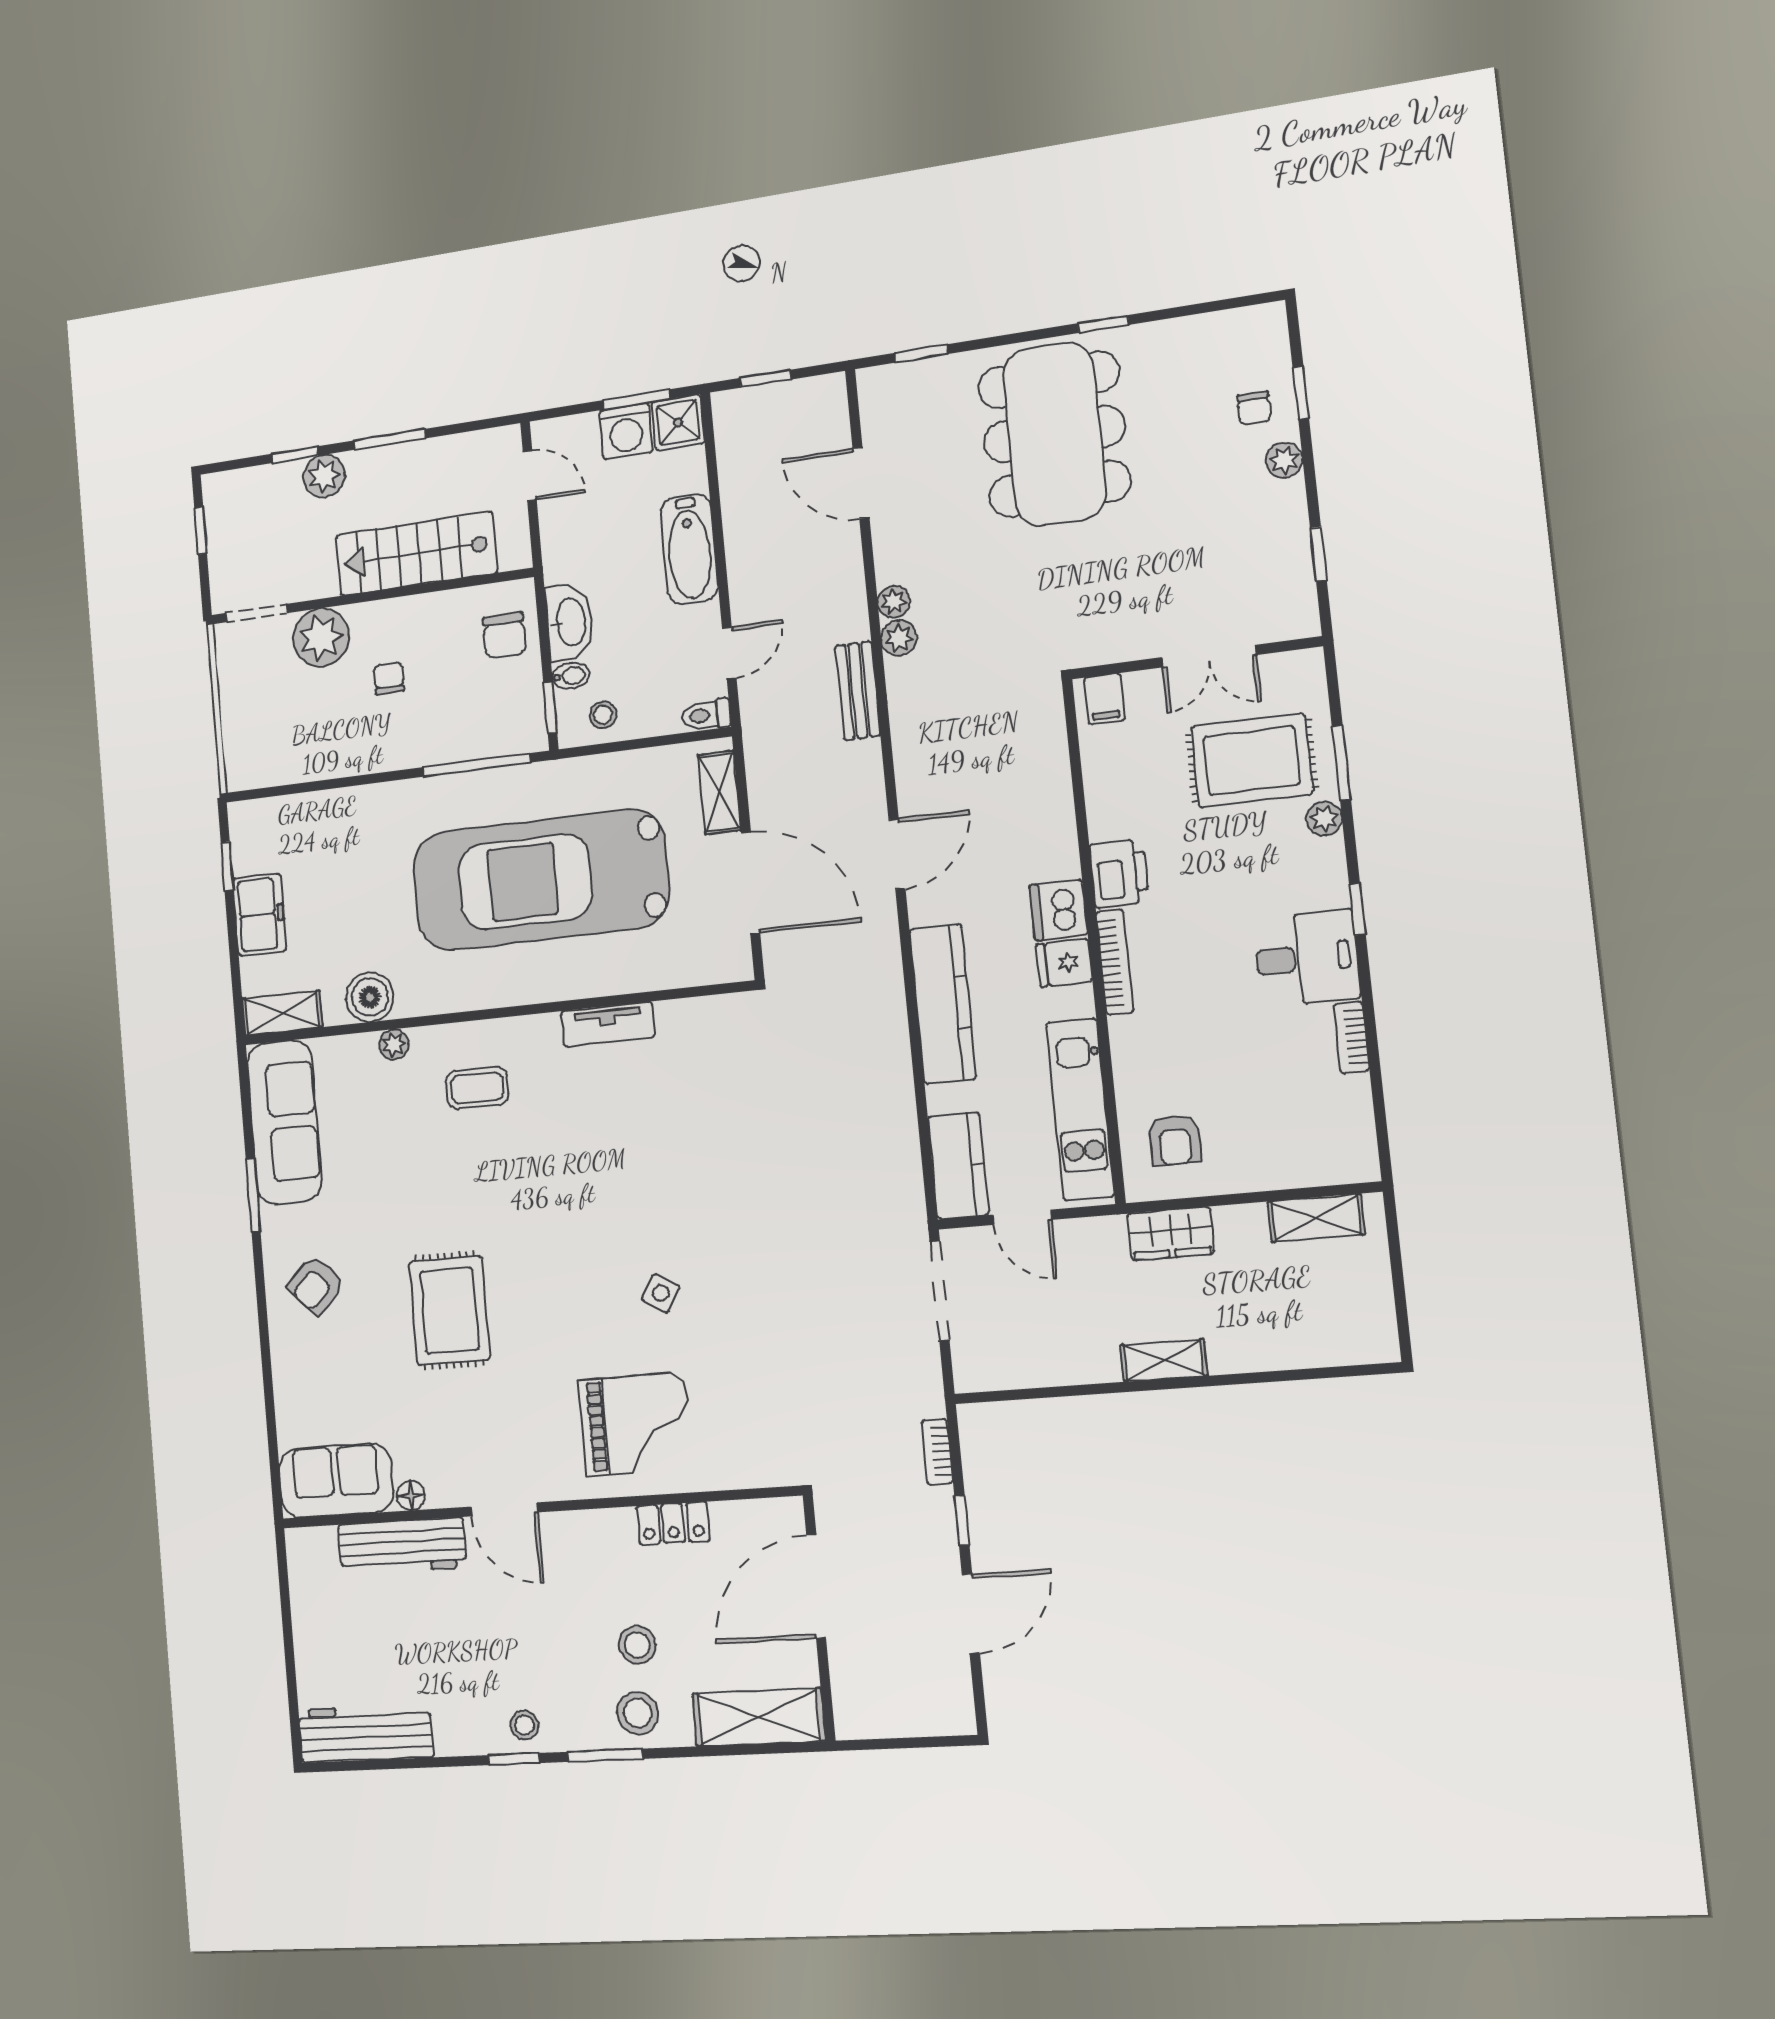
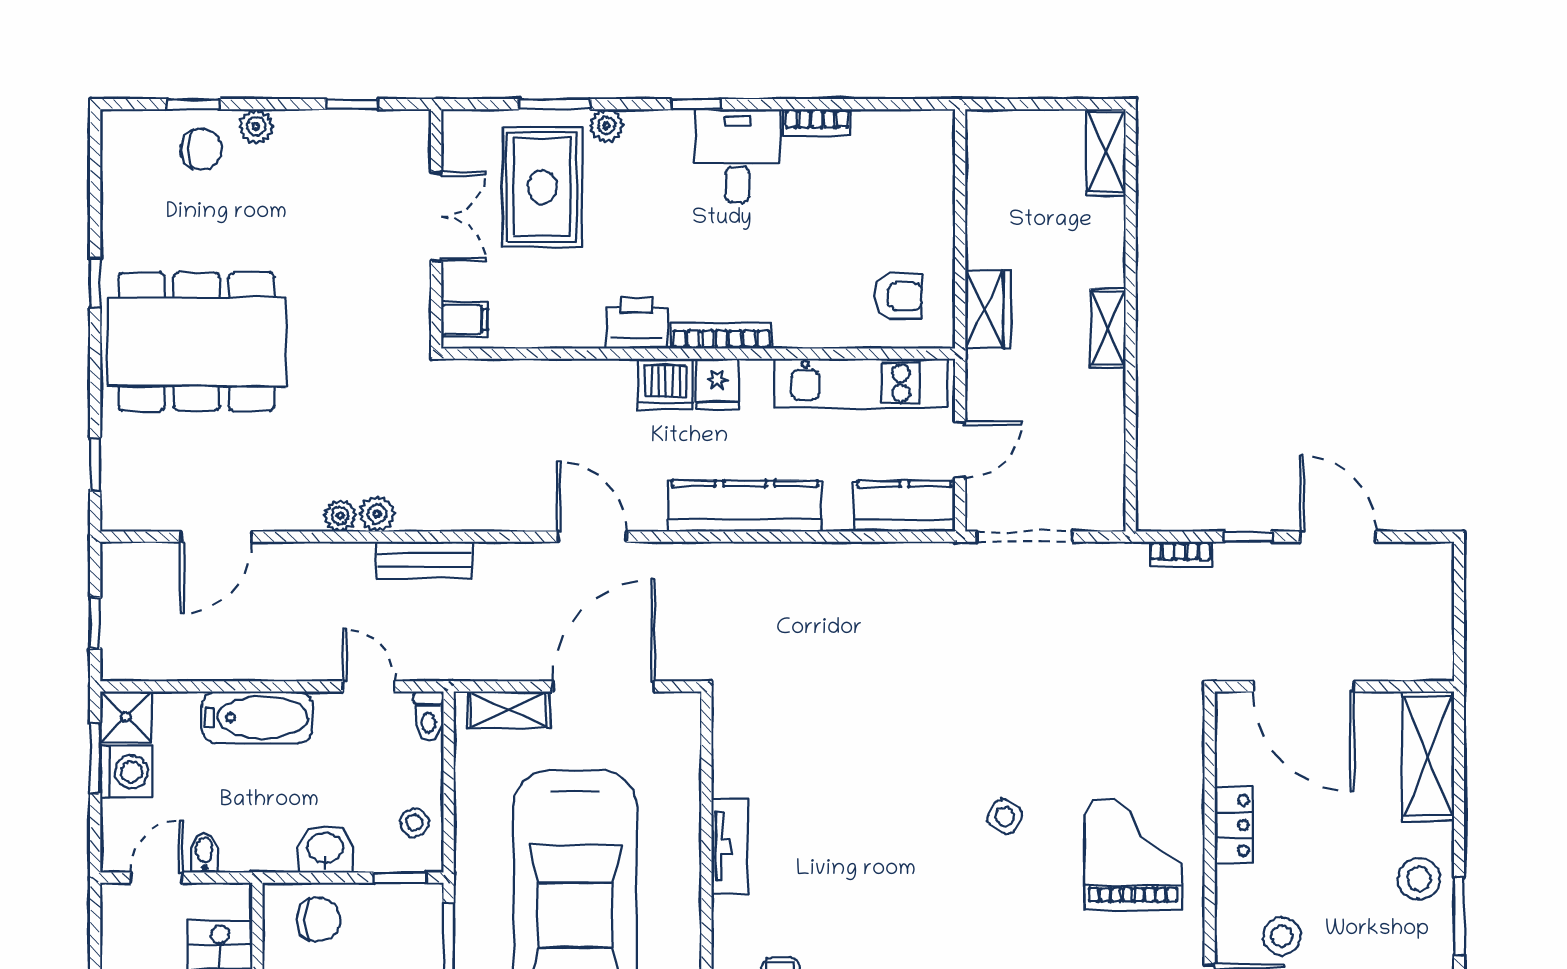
chair: (1254, 408) -> (201, 149), width x1.37, depth x1.37
washbasin: (570, 622) -> (325, 849), width x0.72
bidet: (571, 676) -> (205, 853), moved
shelving: (1316, 1218) -> (1106, 152), moved
stool: (637, 1645) -> (1282, 936), moved

